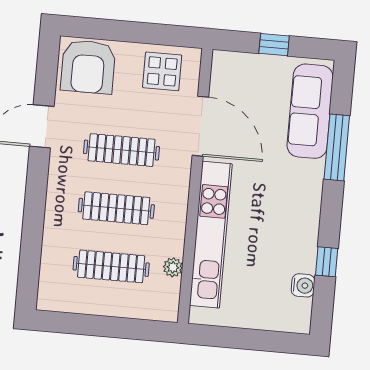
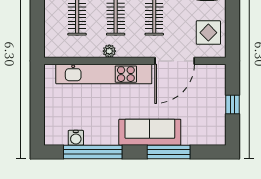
sofa: (310, 111) -> (150, 132), moved
window: (327, 262) -> (93, 152), width x3.17
plant: (173, 267) -> (109, 51), moved

